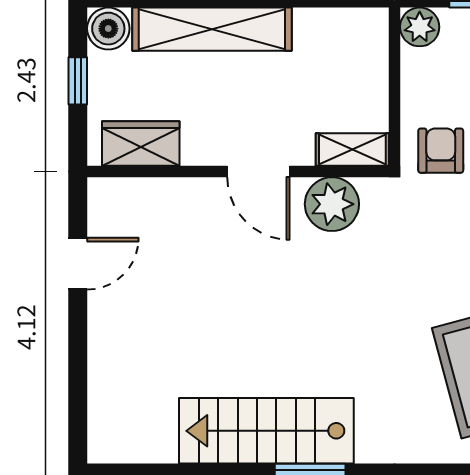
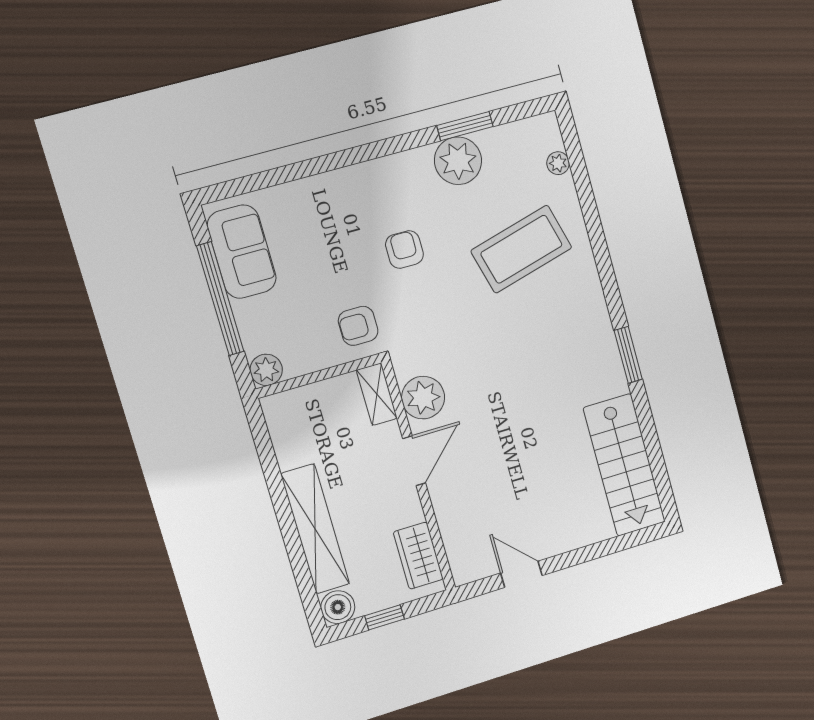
stairs: (266, 431) -> (624, 465), moved

